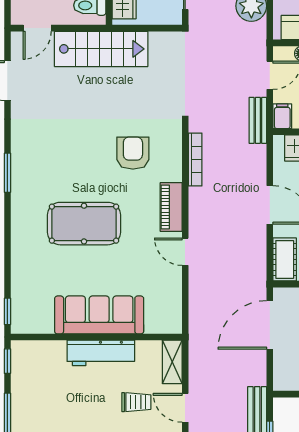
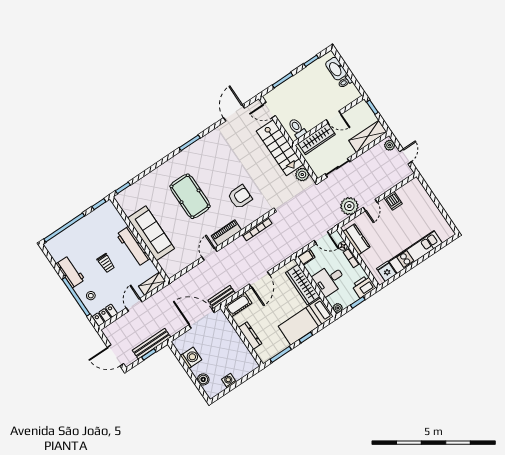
plant: (161, 43) -> (302, 175), added
bench: (258, 120) -> (222, 297), moved
trolley: (136, 402) -> (106, 263), moved

